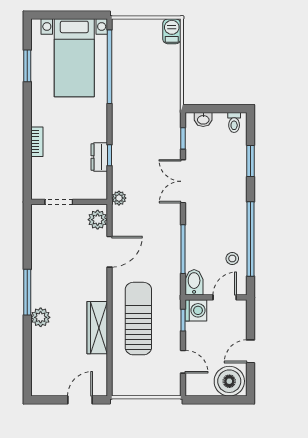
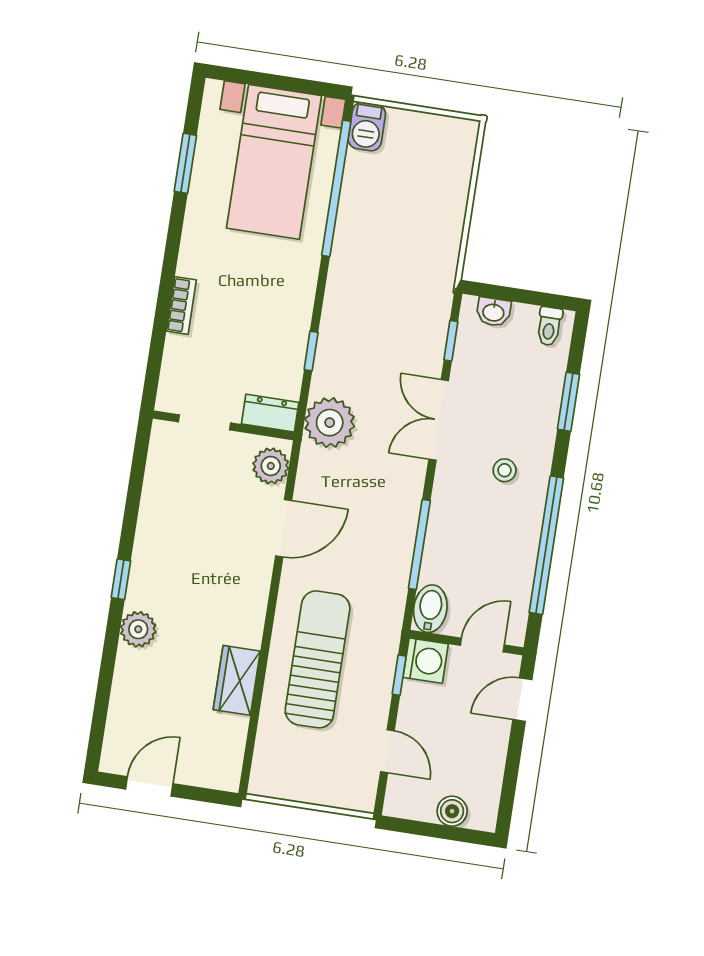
barbecue: (172, 31) -> (367, 126), moved, turned 180
dresser: (99, 157) -> (270, 413), moved, turned 90
plant: (119, 198) -> (330, 423), width x1.88, depth x1.88
stool: (232, 259) -> (505, 470), moved
window: (27, 292) -> (121, 579), width x0.46
wardrobe: (97, 328) -> (237, 680), width x0.67
door: (251, 351) -> (522, 700), moved
boiler: (229, 381) -> (452, 811), width x0.54, depth x0.54
door: (80, 400) -> (149, 786), moved

